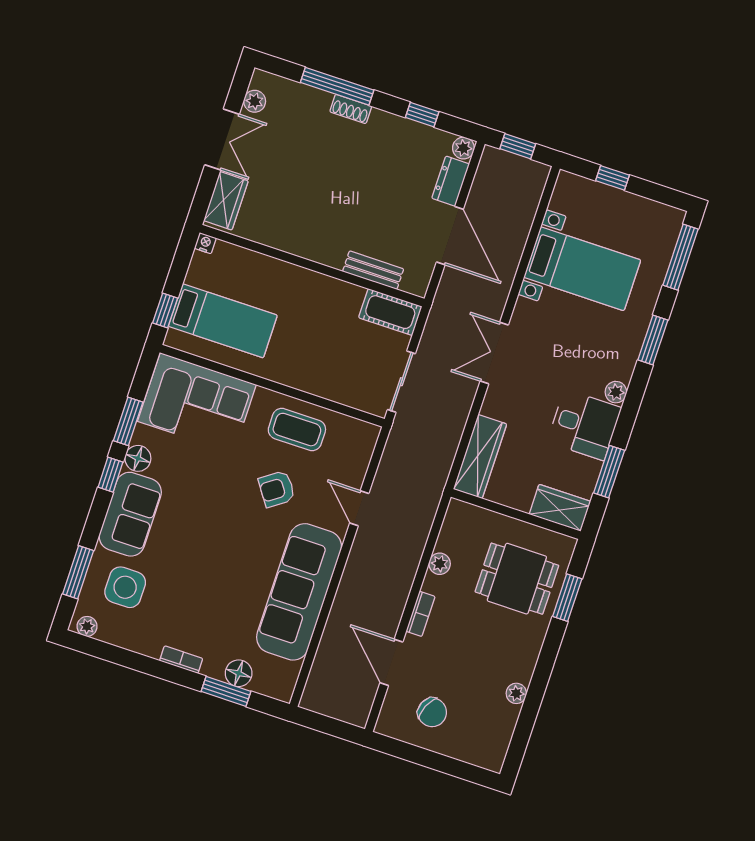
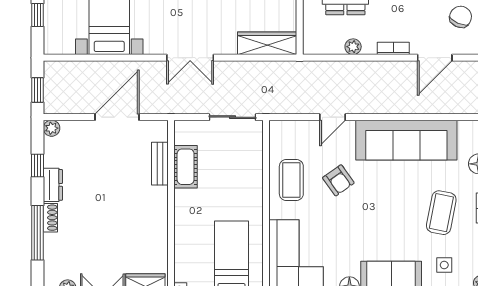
dresser: (451, 181) -> (53, 185), moved, turned -90
cot: (390, 312) -> (186, 167), moved
side table: (125, 587) -> (444, 265), width x0.54, depth x0.54
coffee table: (193, 606) -> (441, 213), added

